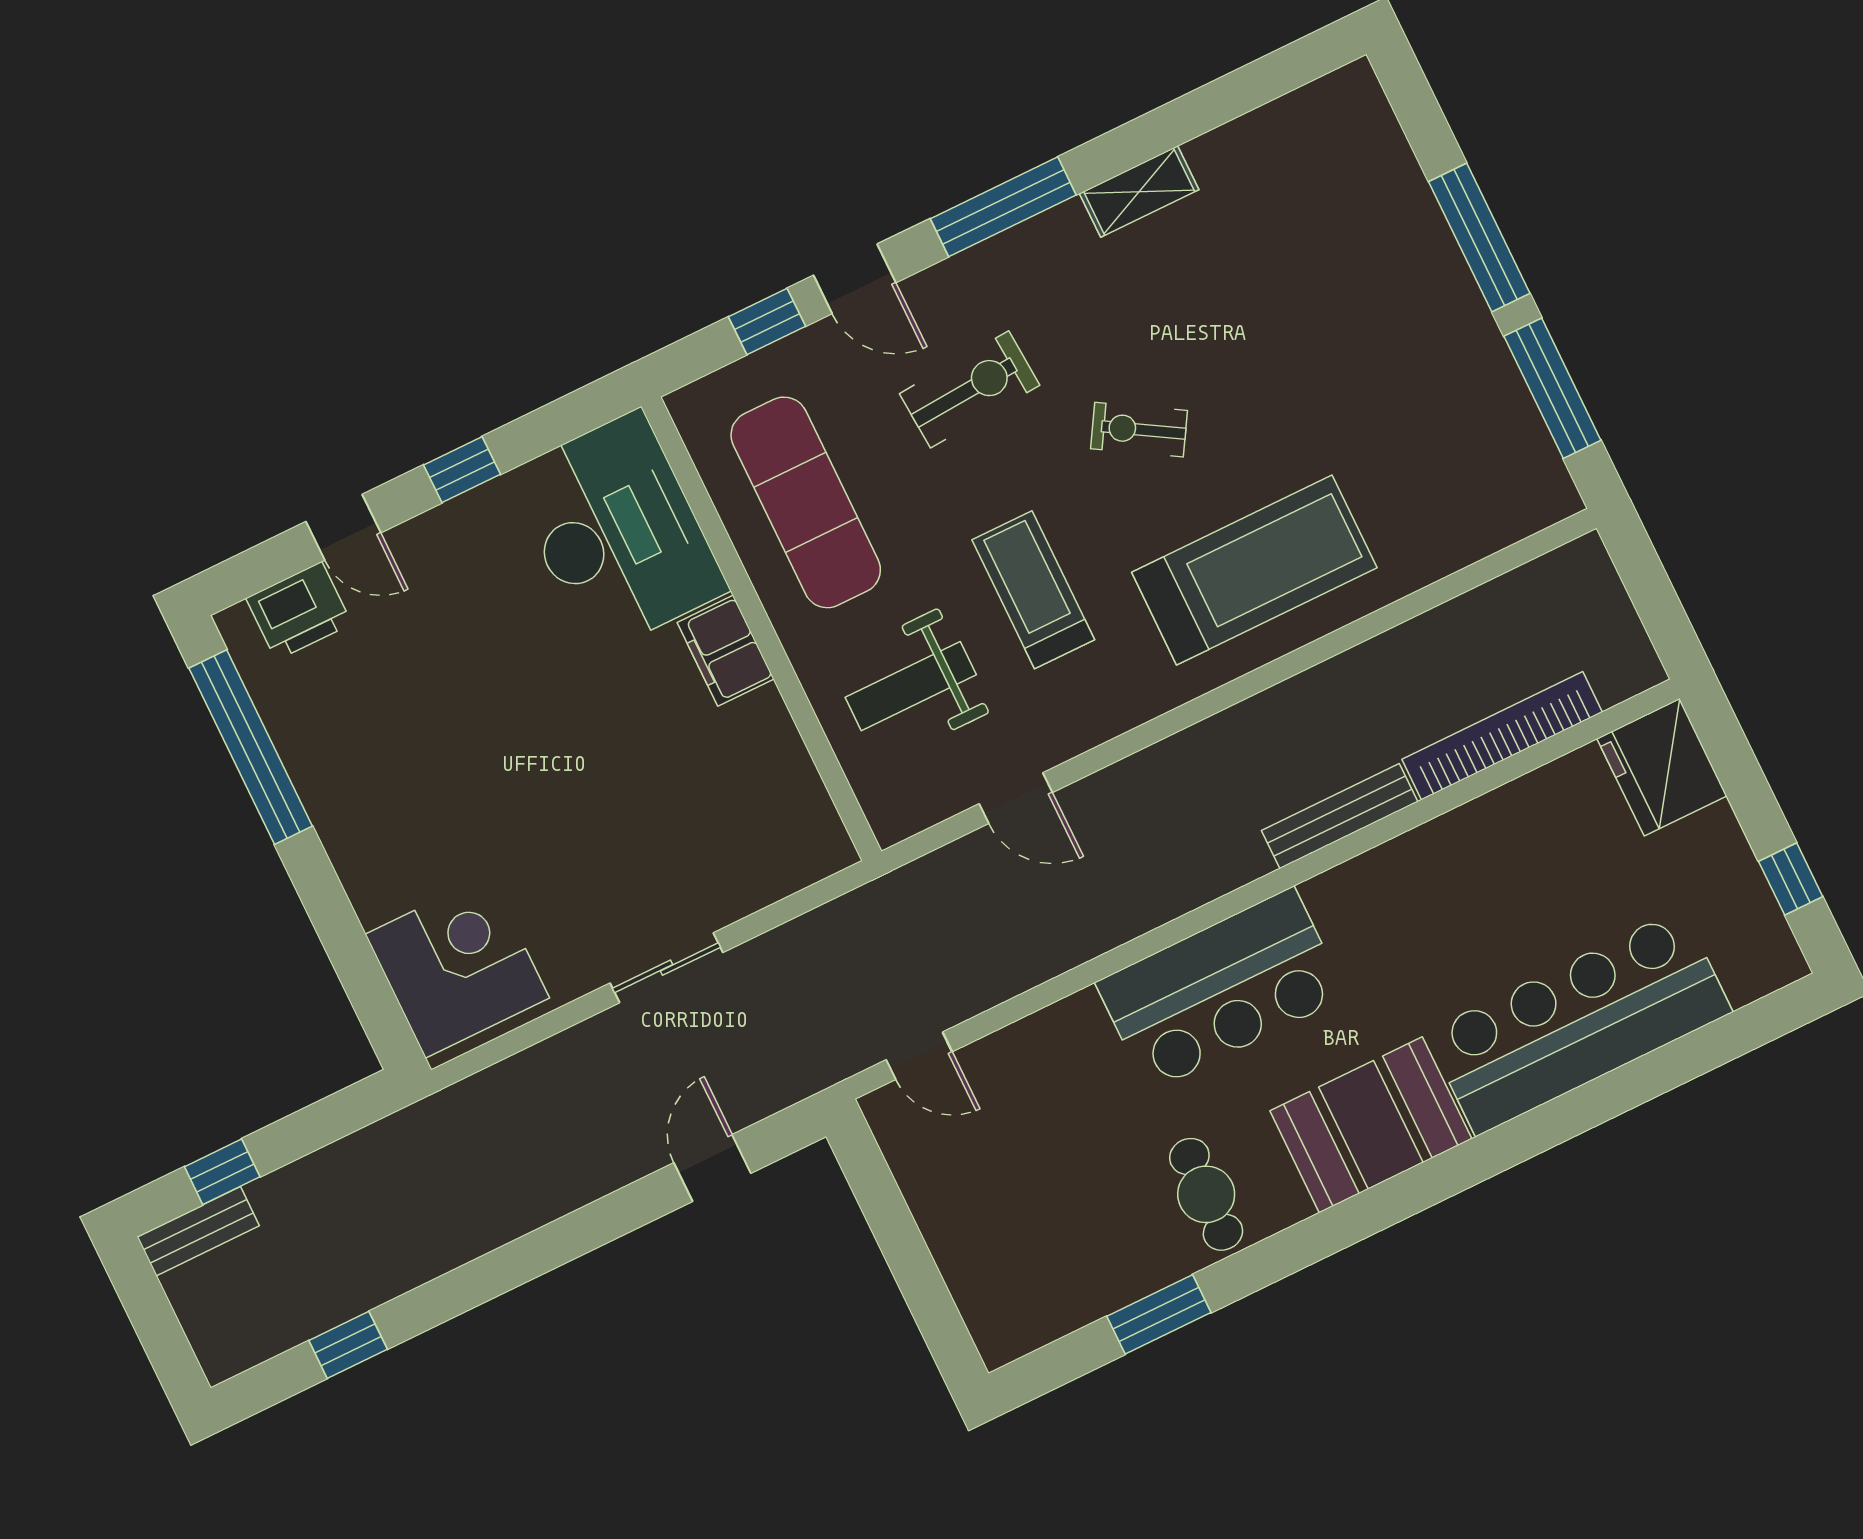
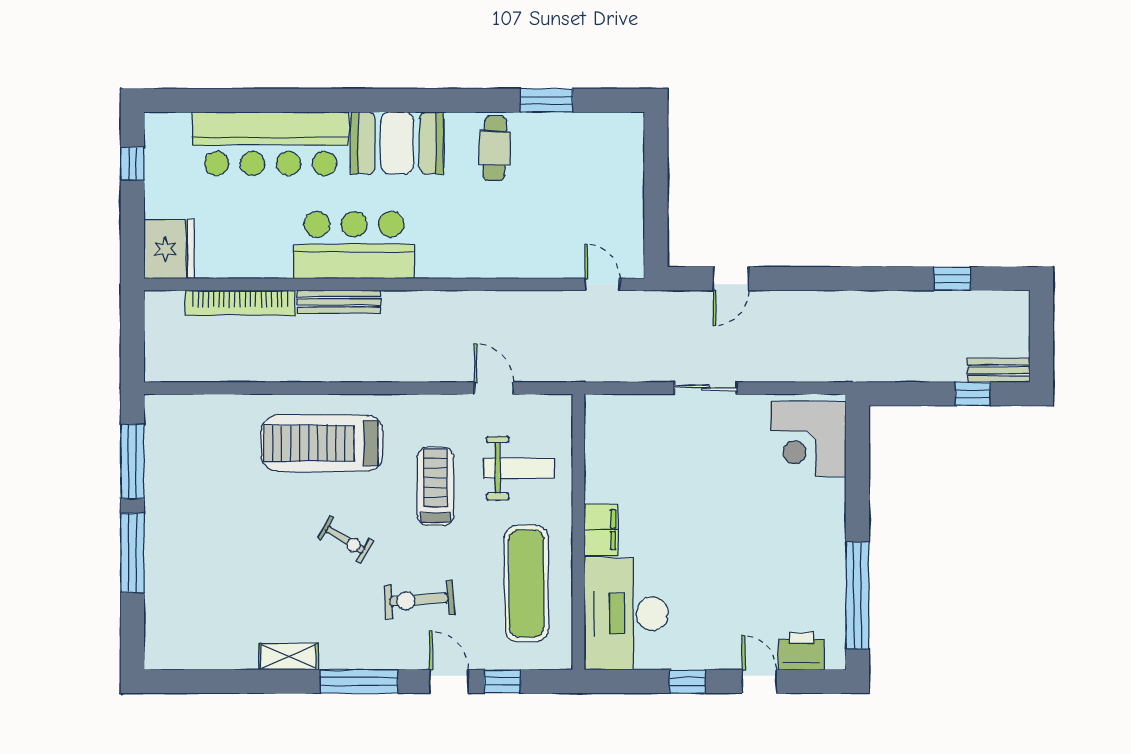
treadmill: (1033, 590) -> (435, 486), turned 180
bar counter: (1221, 989) -> (354, 245), moved

